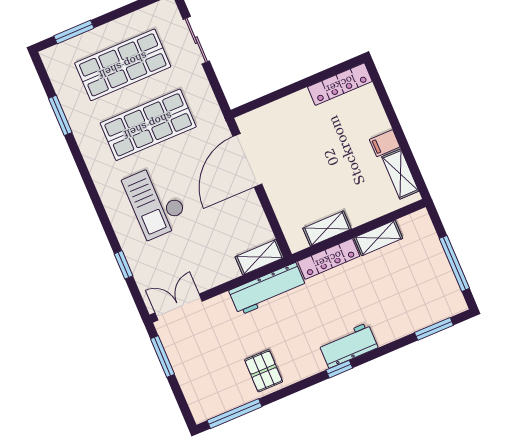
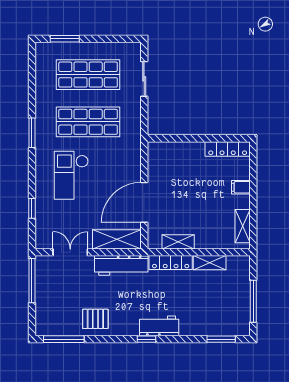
window: (60, 115) -> (32, 133), moved
filing cabinet: (385, 143) -> (241, 187), moved
door: (247, 160) -> (144, 202), moved
shelving: (259, 257) -> (117, 239), width x1.50, depth x1.33
double door: (179, 307) -> (70, 252), moved
window: (163, 356) -> (32, 281), width x1.44
pallet: (264, 371) -> (95, 319), turned 90

